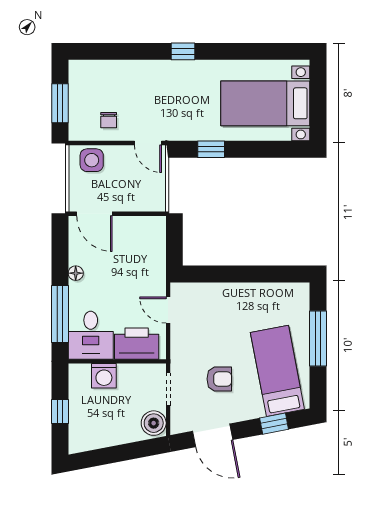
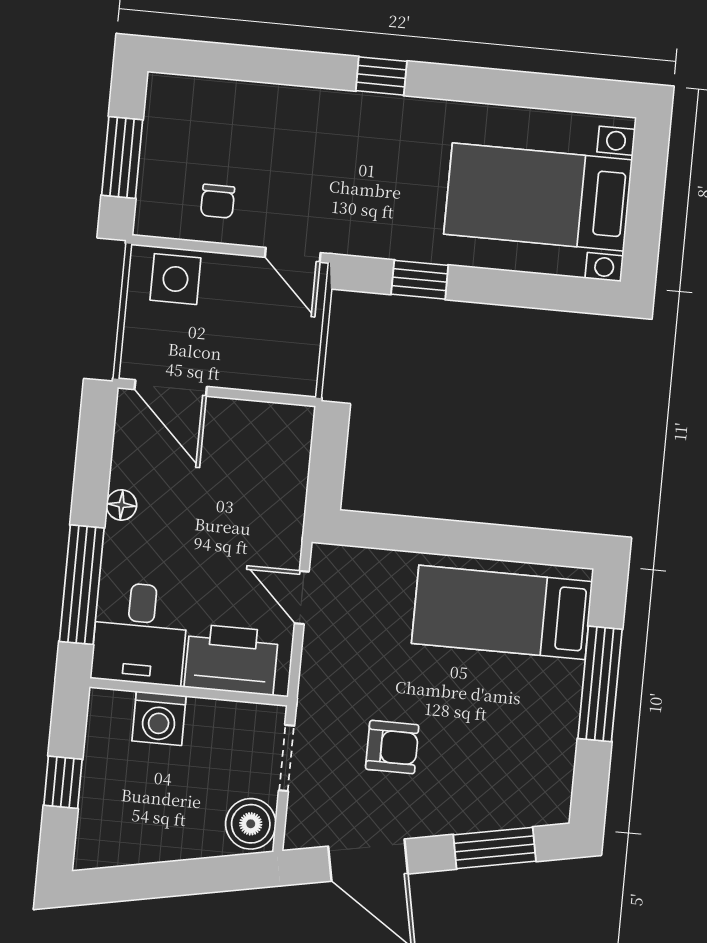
bed: (277, 371) -> (502, 612), moved, turned -79
window: (274, 424) -> (495, 848), width x1.50

